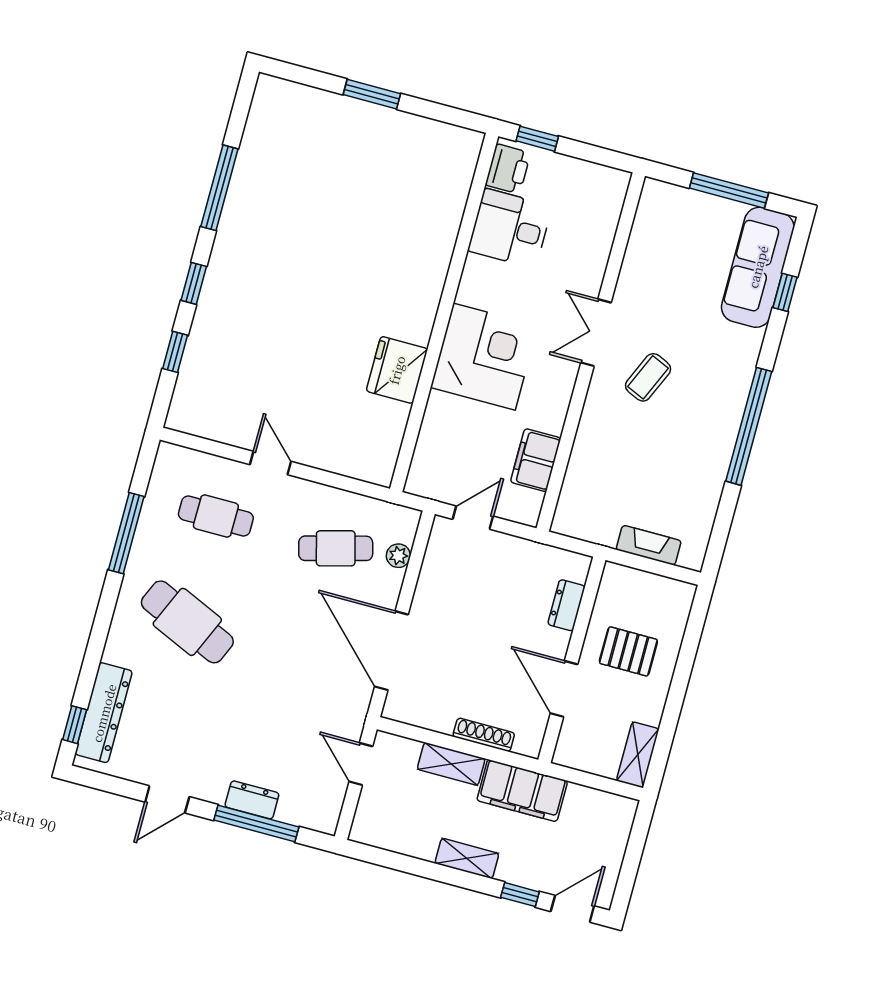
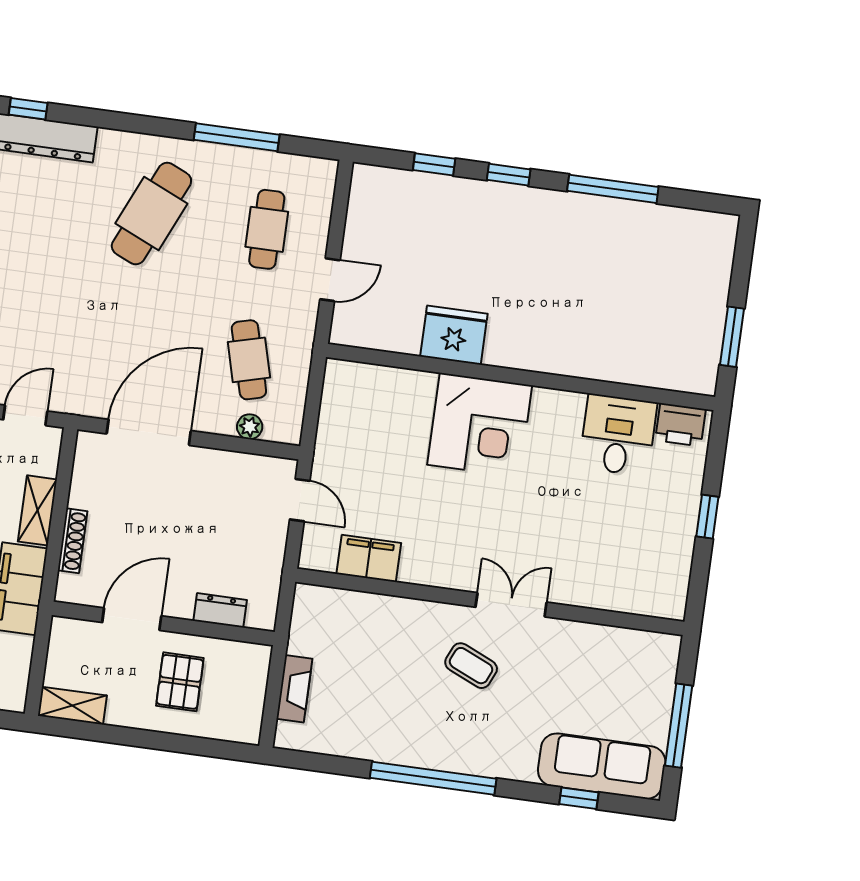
printer: (508, 169) -> (681, 425), moved
desk: (510, 228) -> (618, 435), moved
wall: (444, 313) -> (521, 377), moved
corner desk: (484, 357) -> (480, 425), moved
fridge: (397, 370) -> (454, 335), moved

